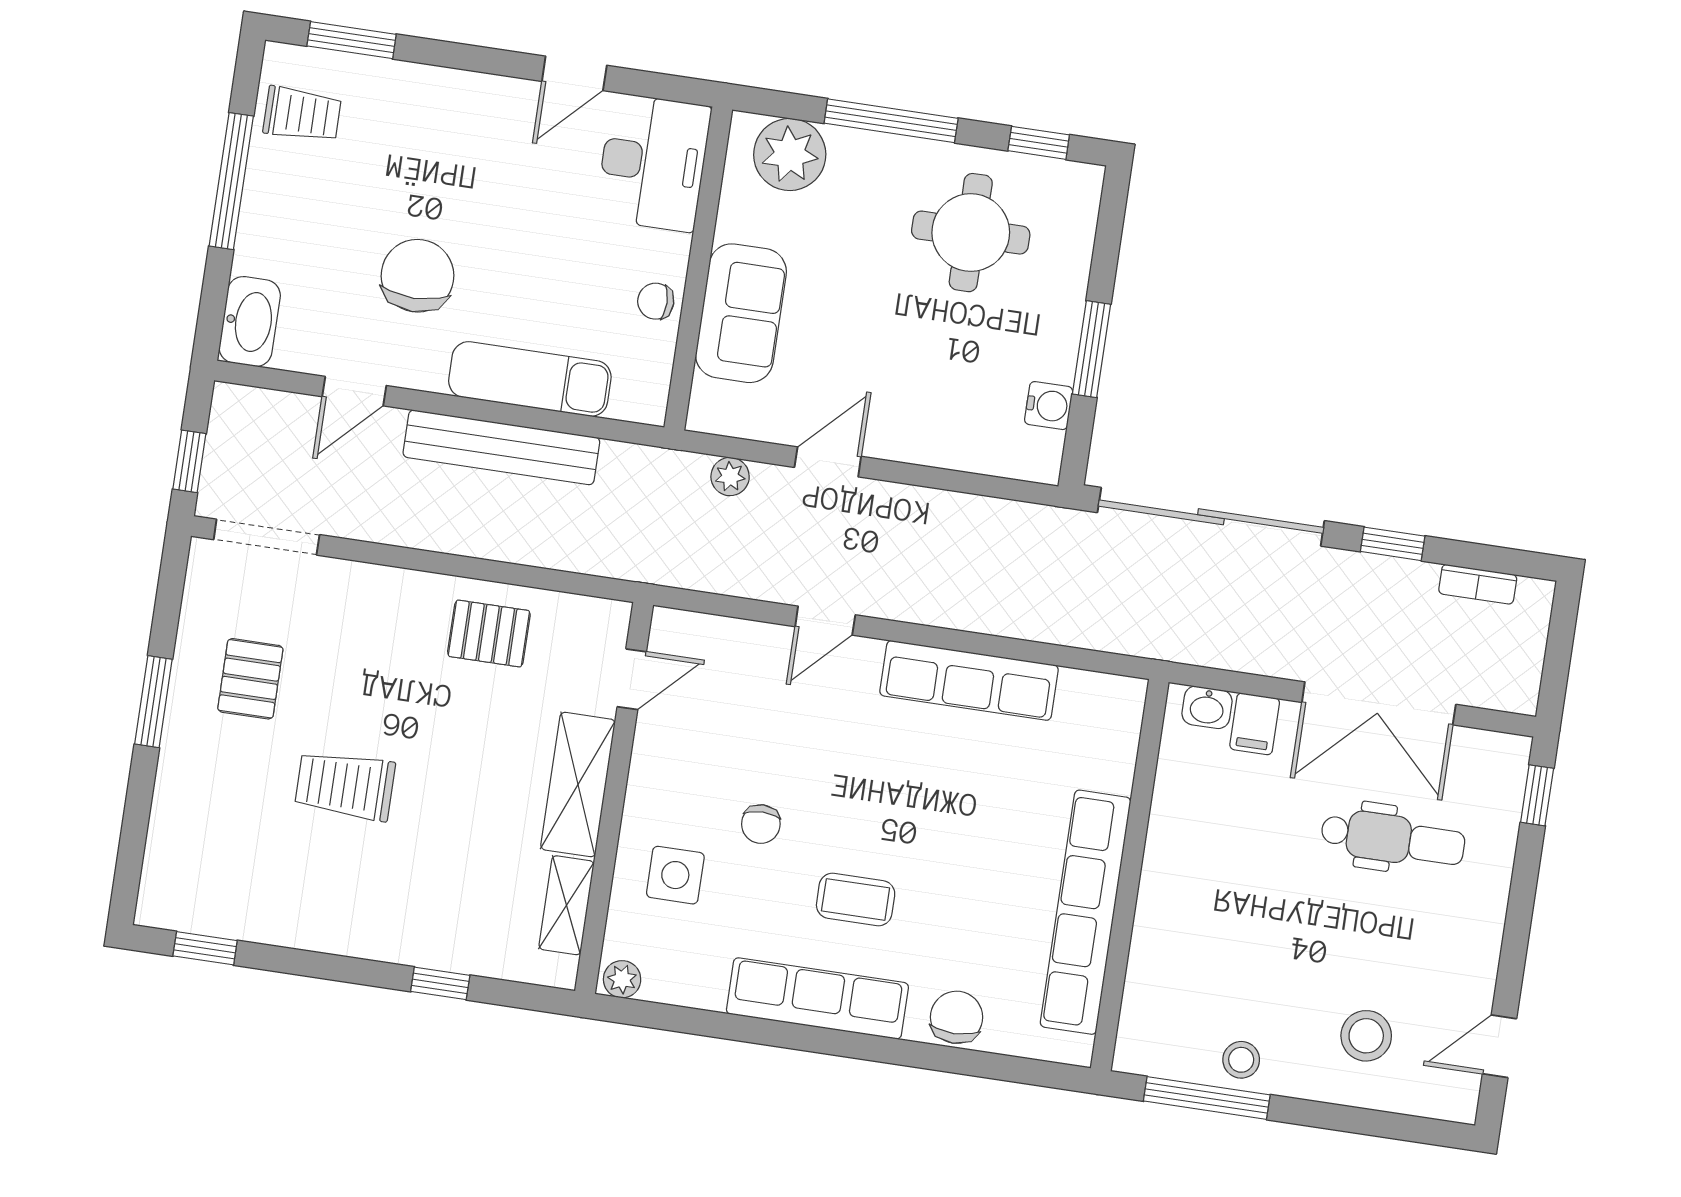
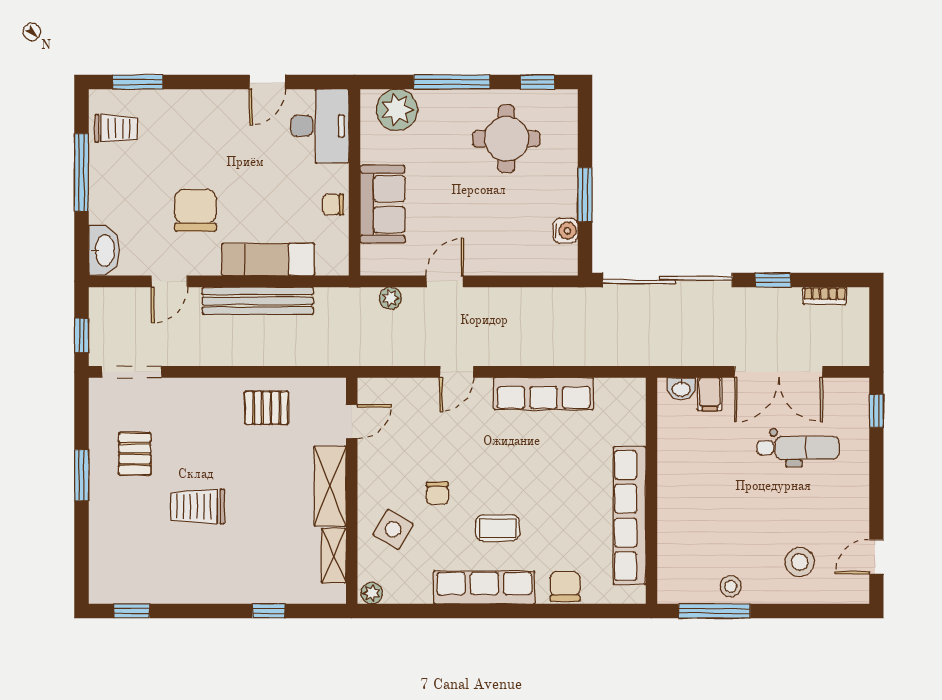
side table: (675, 875) -> (393, 529), turned 30

